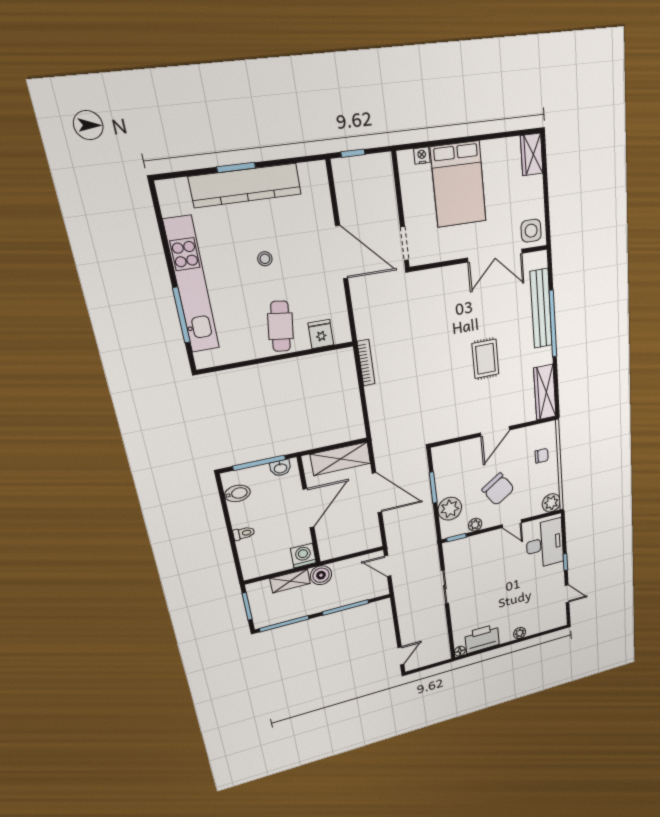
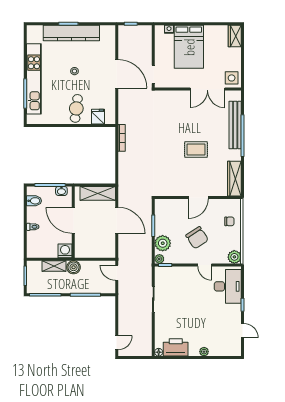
rug: (485, 359) -> (196, 149), turned 90
door: (308, 508) -> (73, 220), swing flipped
plant: (475, 525) -> (159, 259), moved

